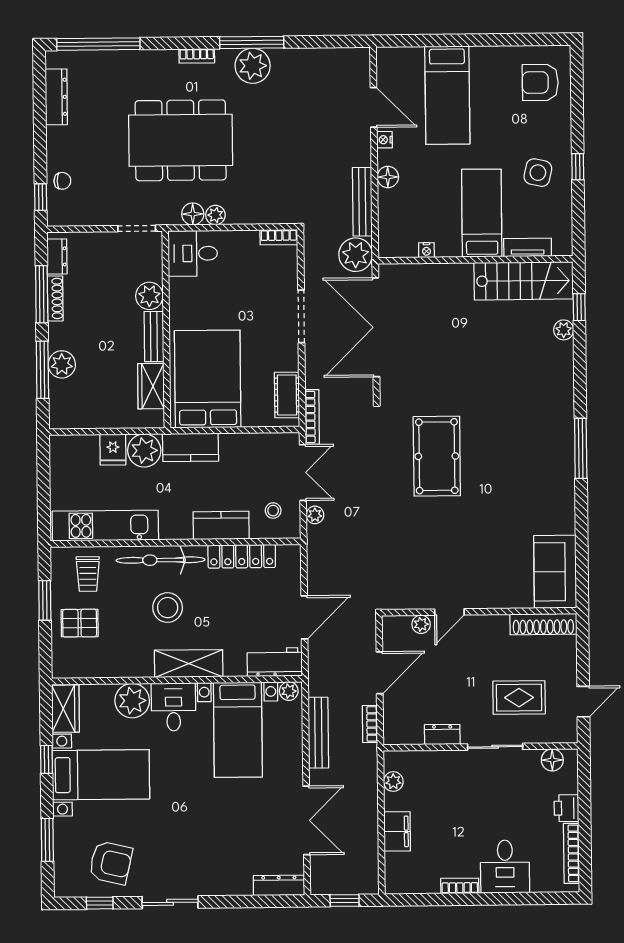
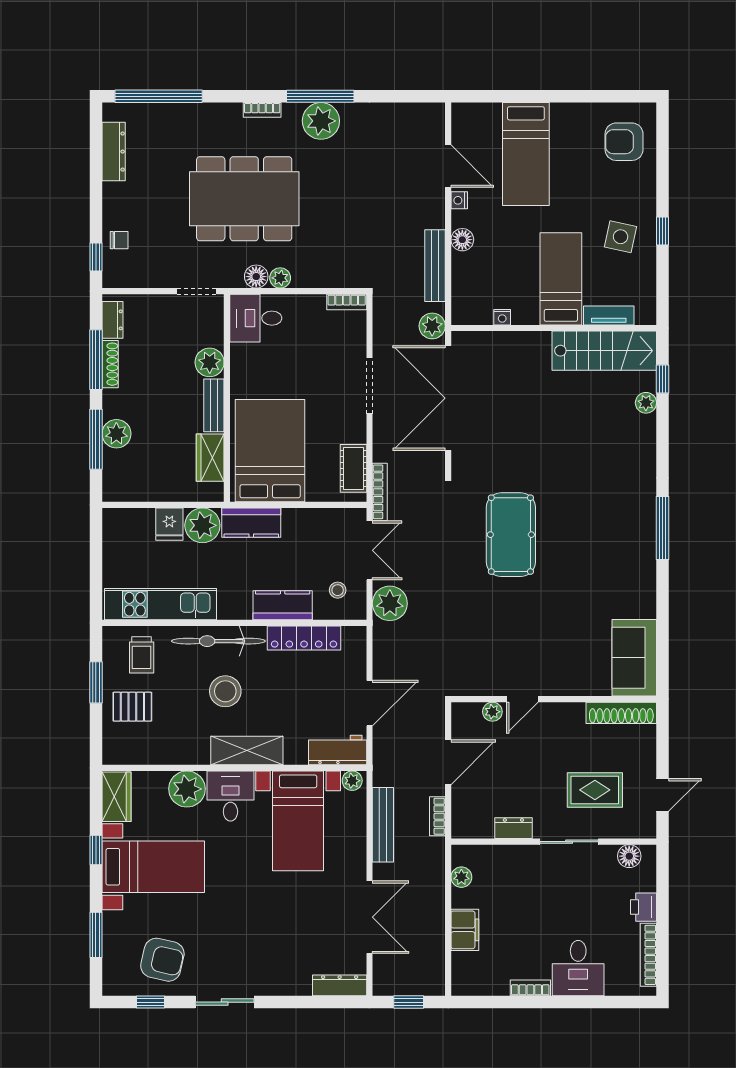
plant: (356, 255) -> (432, 326), width x0.73, depth x0.73
plant: (315, 515) -> (390, 603), width x1.88, depth x1.88

